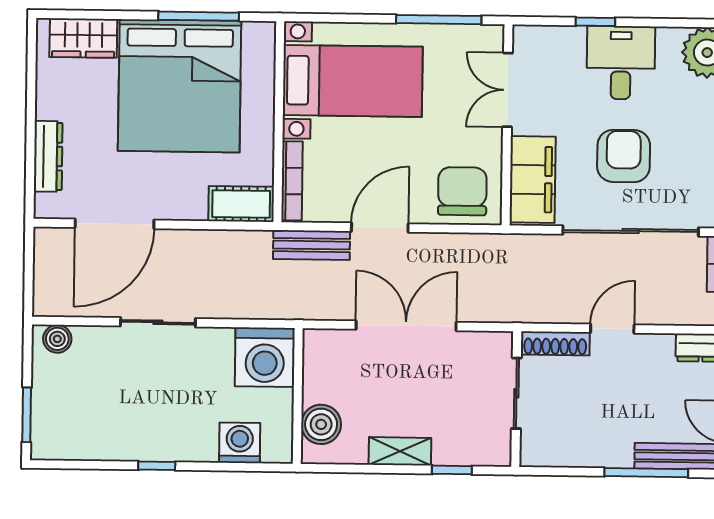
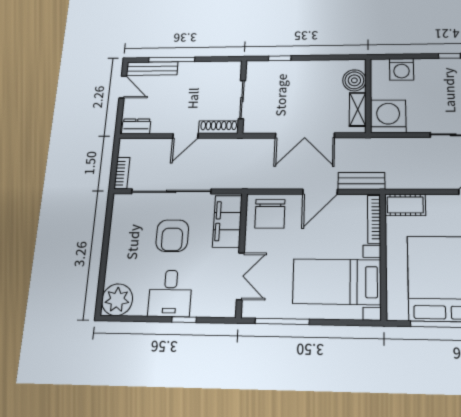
shelving: (400, 451) -> (358, 109), moved, turned 90

